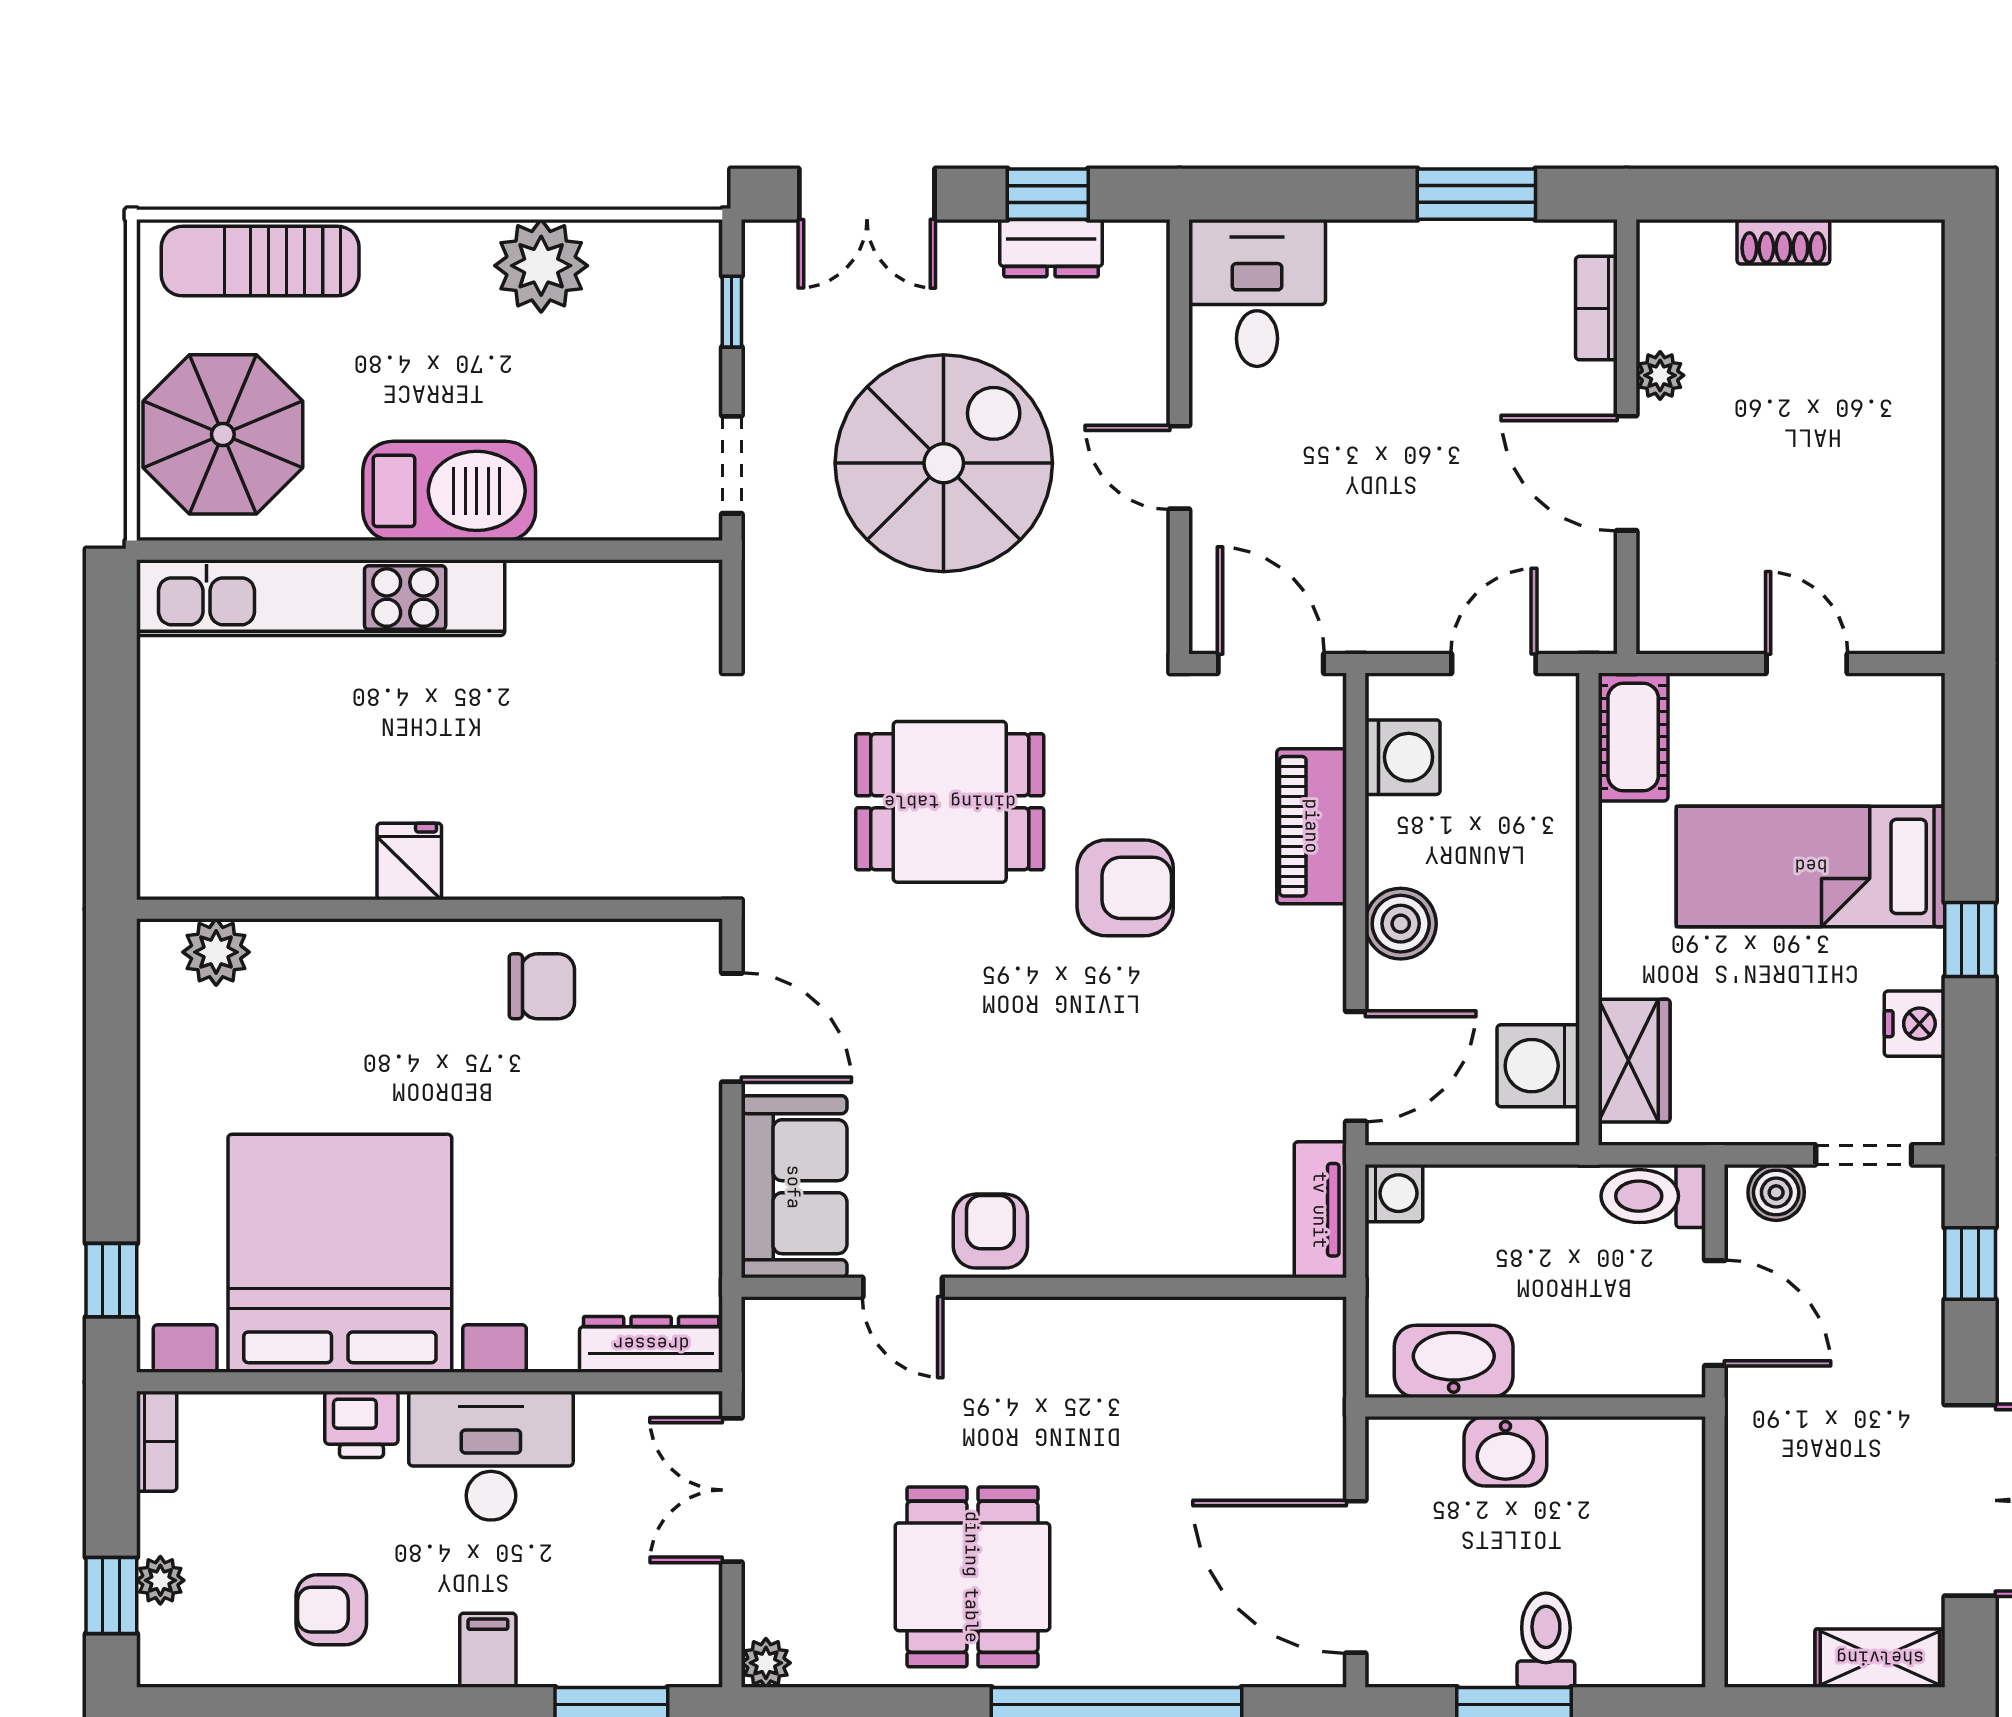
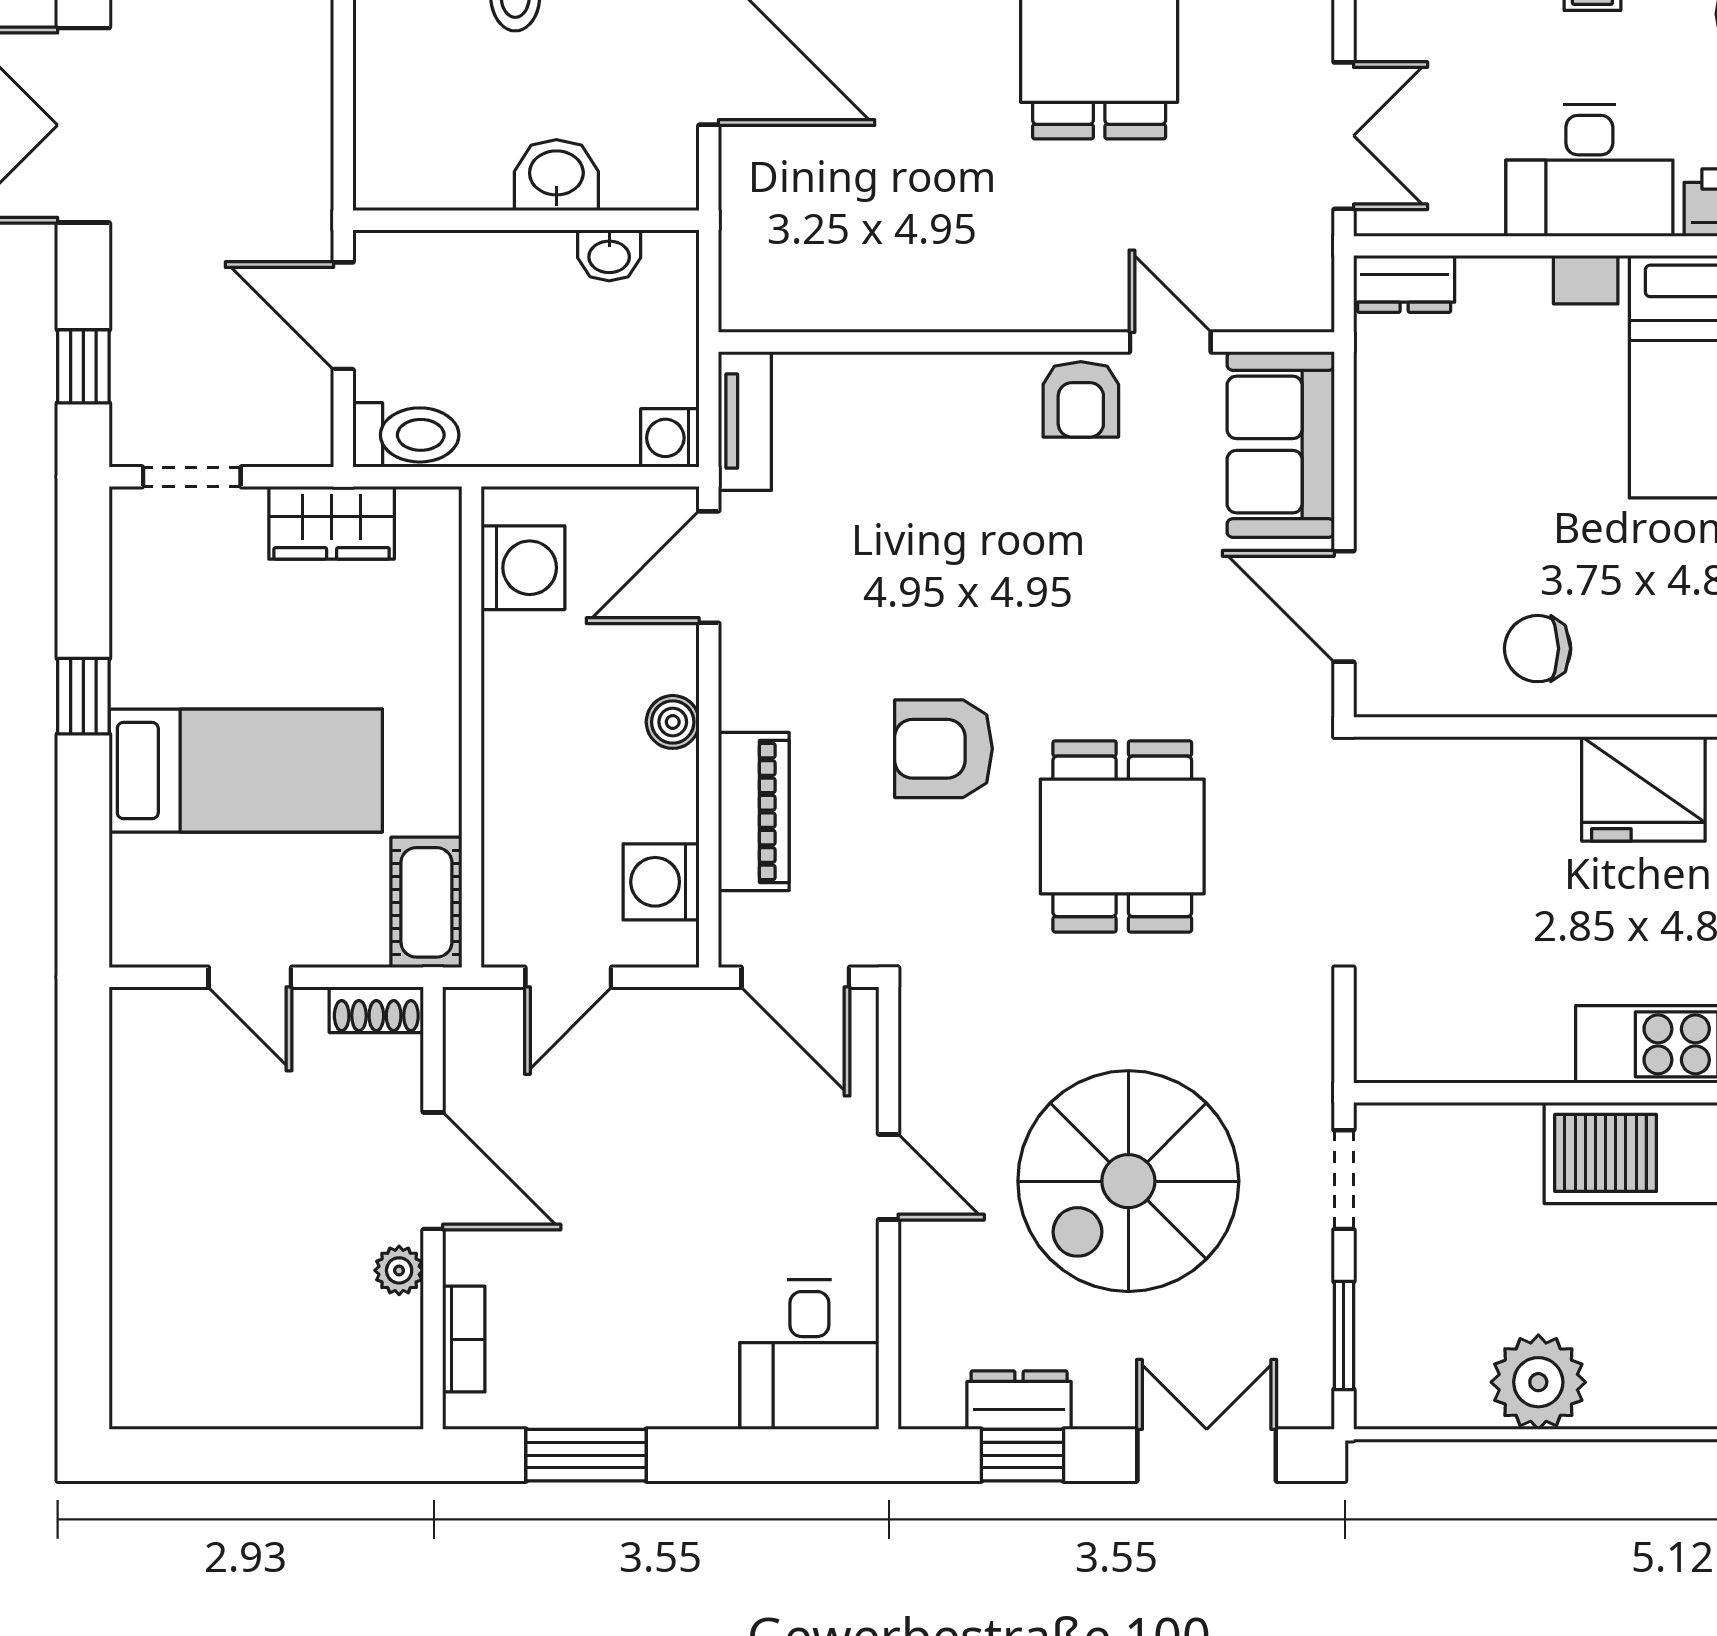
shoe rack: (1783, 242) -> (376, 1010), moved, turned 180
window: (732, 312) -> (1344, 1335), width x1.50
dining table: (950, 802) -> (1122, 836), turned 90
fridge: (409, 861) -> (1643, 789), width x1.88, depth x1.34
boiler: (1401, 924) -> (673, 722), width x0.73, depth x0.73
nightstand: (1915, 1024) -> (140, 611), removed
wardrobe: (1634, 1061) -> (332, 523), moved, turned -90
boiler: (1776, 1192) -> (281, 439), removed
dresser: (651, 1344) -> (1404, 284), width x0.70
washbasin: (1454, 1361) -> (609, 255), width x0.52, depth x0.69

